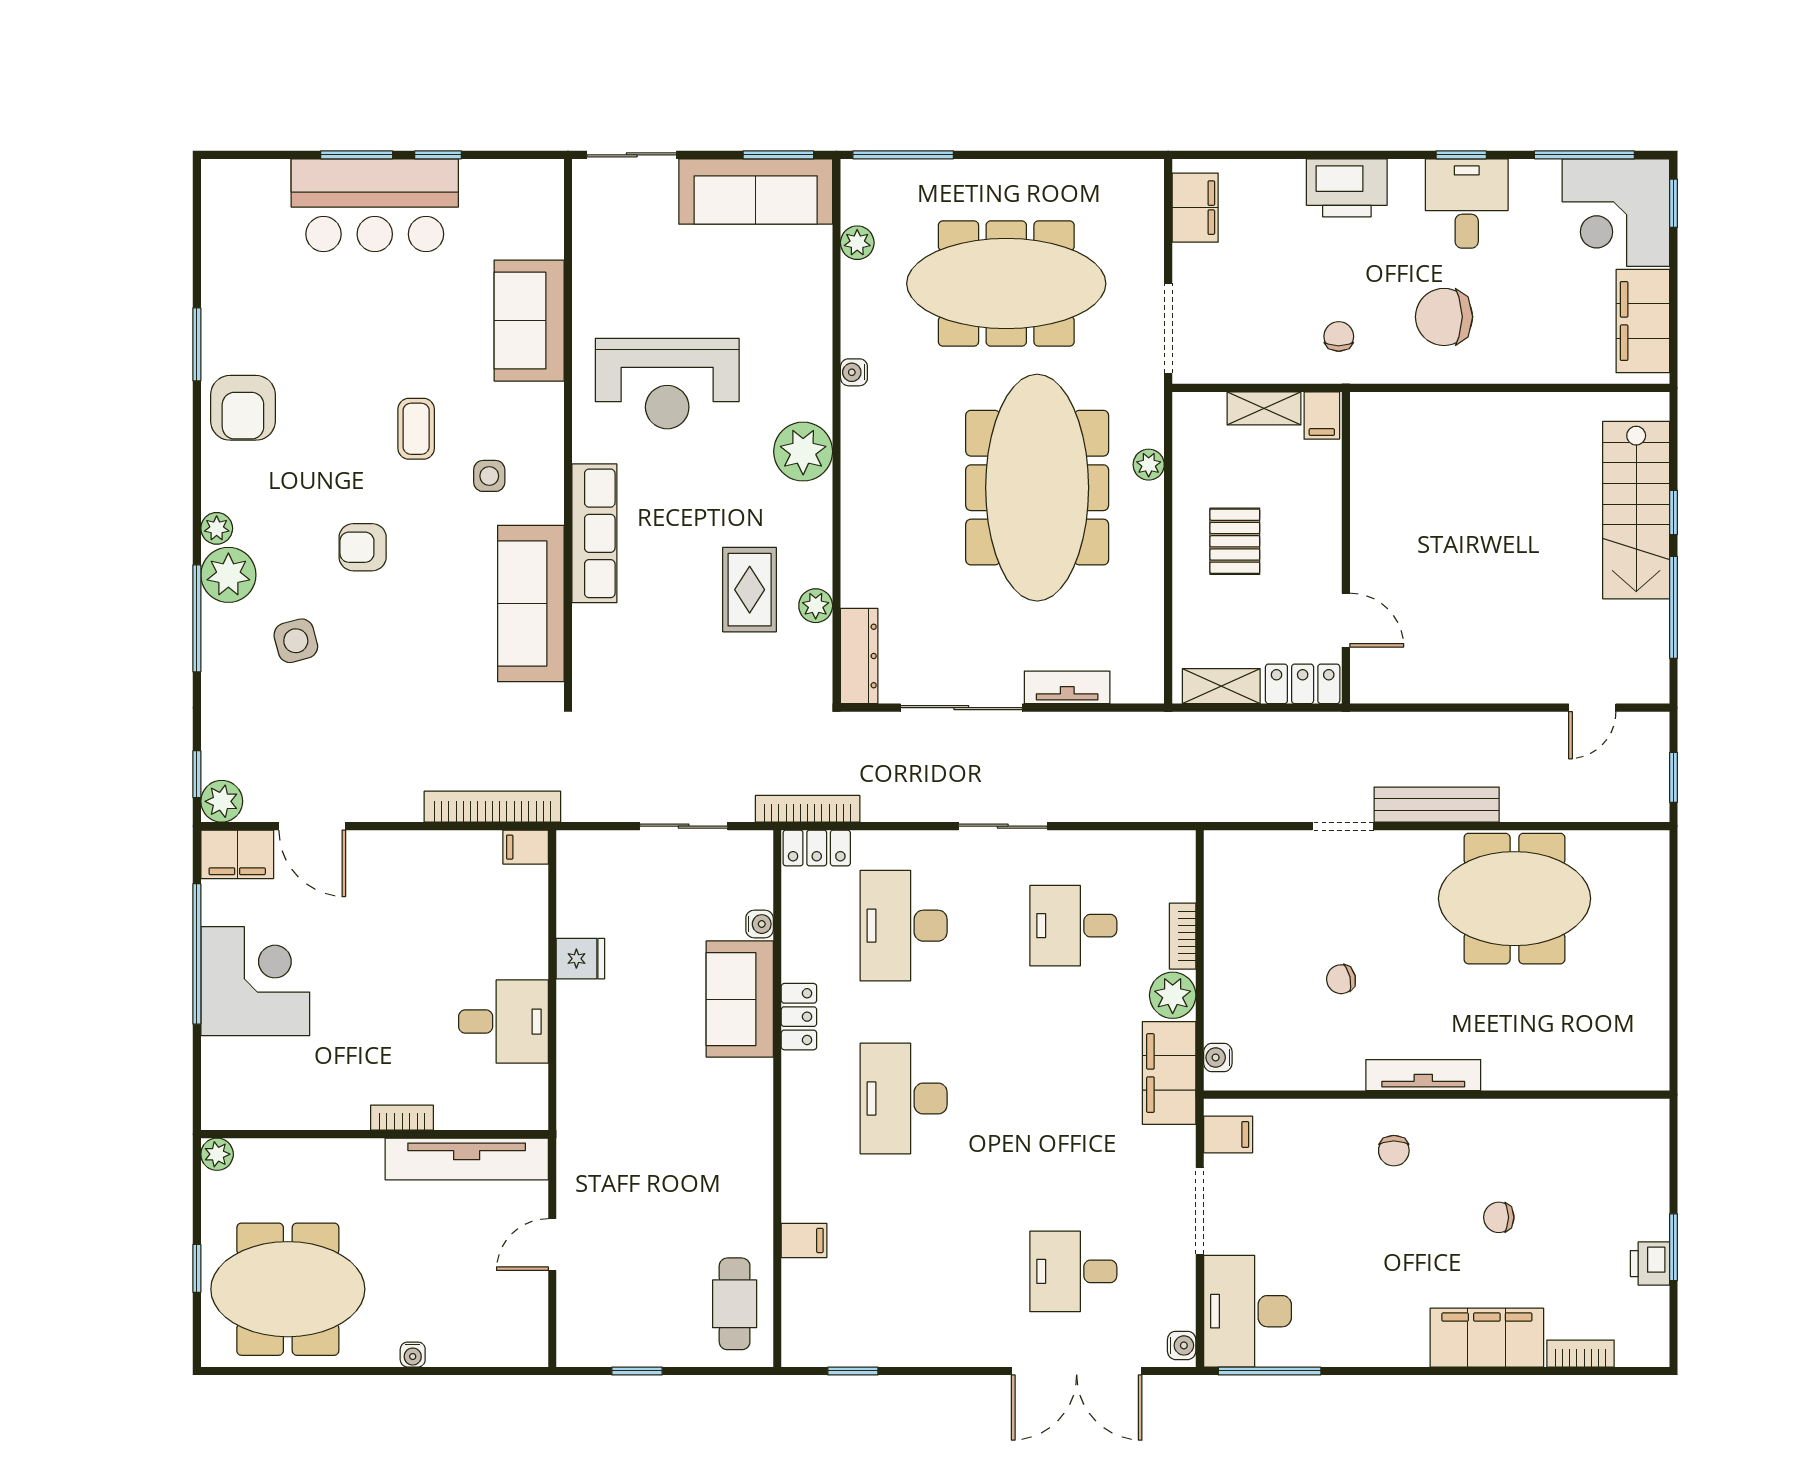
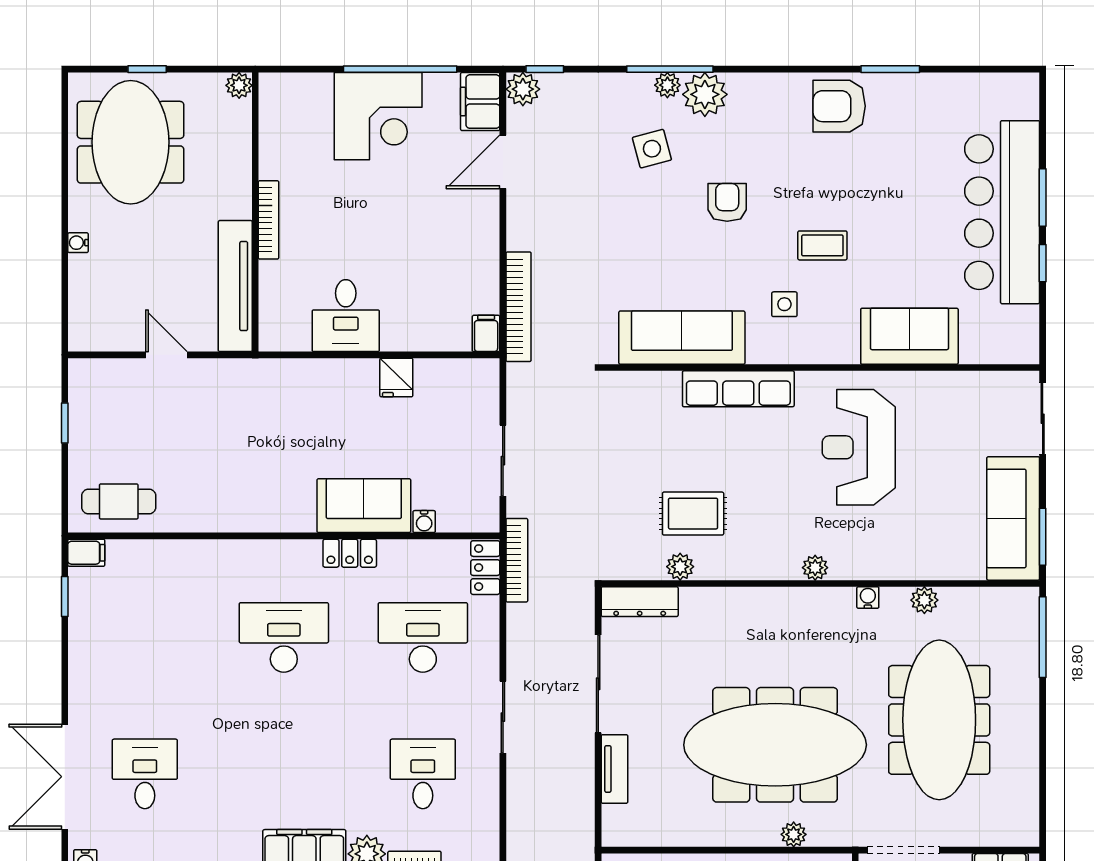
bar counter: (375, 205) -> (1002, 212), width x1.36
plant: (857, 243) -> (924, 600), moved
plant: (803, 452) -> (815, 568), width x0.53, depth x0.53
plant: (217, 528) -> (667, 85), moved
bookcase: (402, 1118) -> (268, 220), width x1.56
filing cabinet: (804, 1240) -> (86, 553), moved, turned -90

